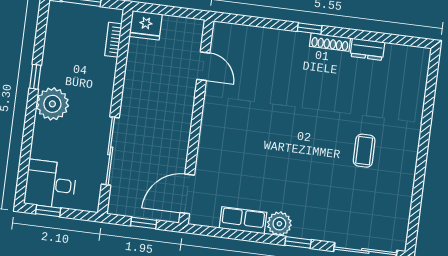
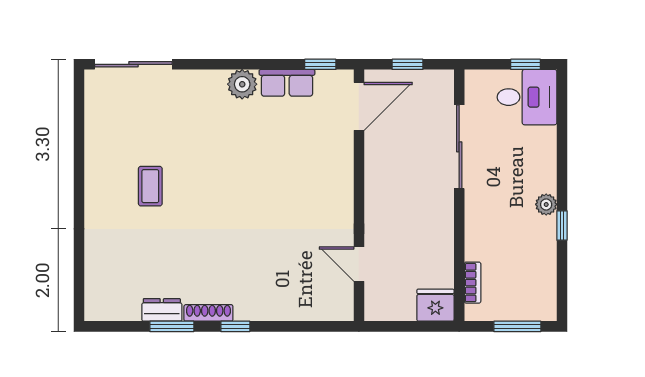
window: (361, 35) -> (172, 326), added
plant: (52, 104) -> (546, 204), width x0.53, depth x0.53
window: (298, 242) -> (320, 64), moved

